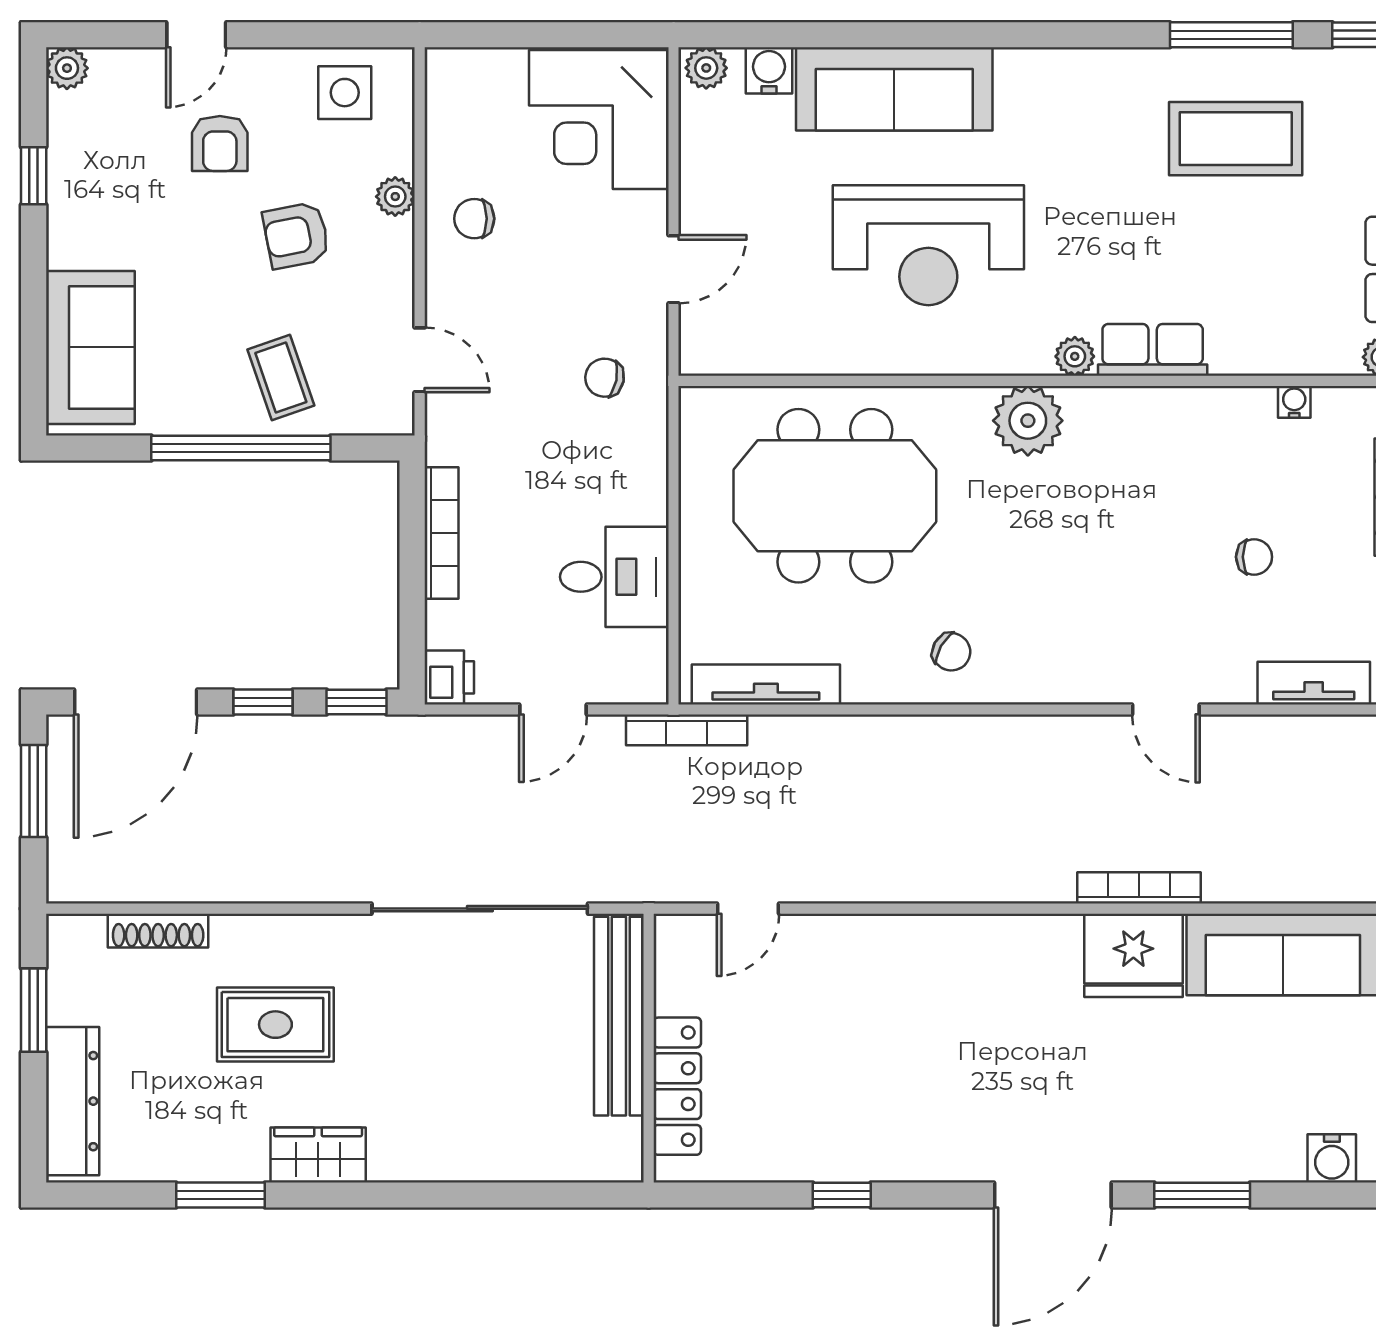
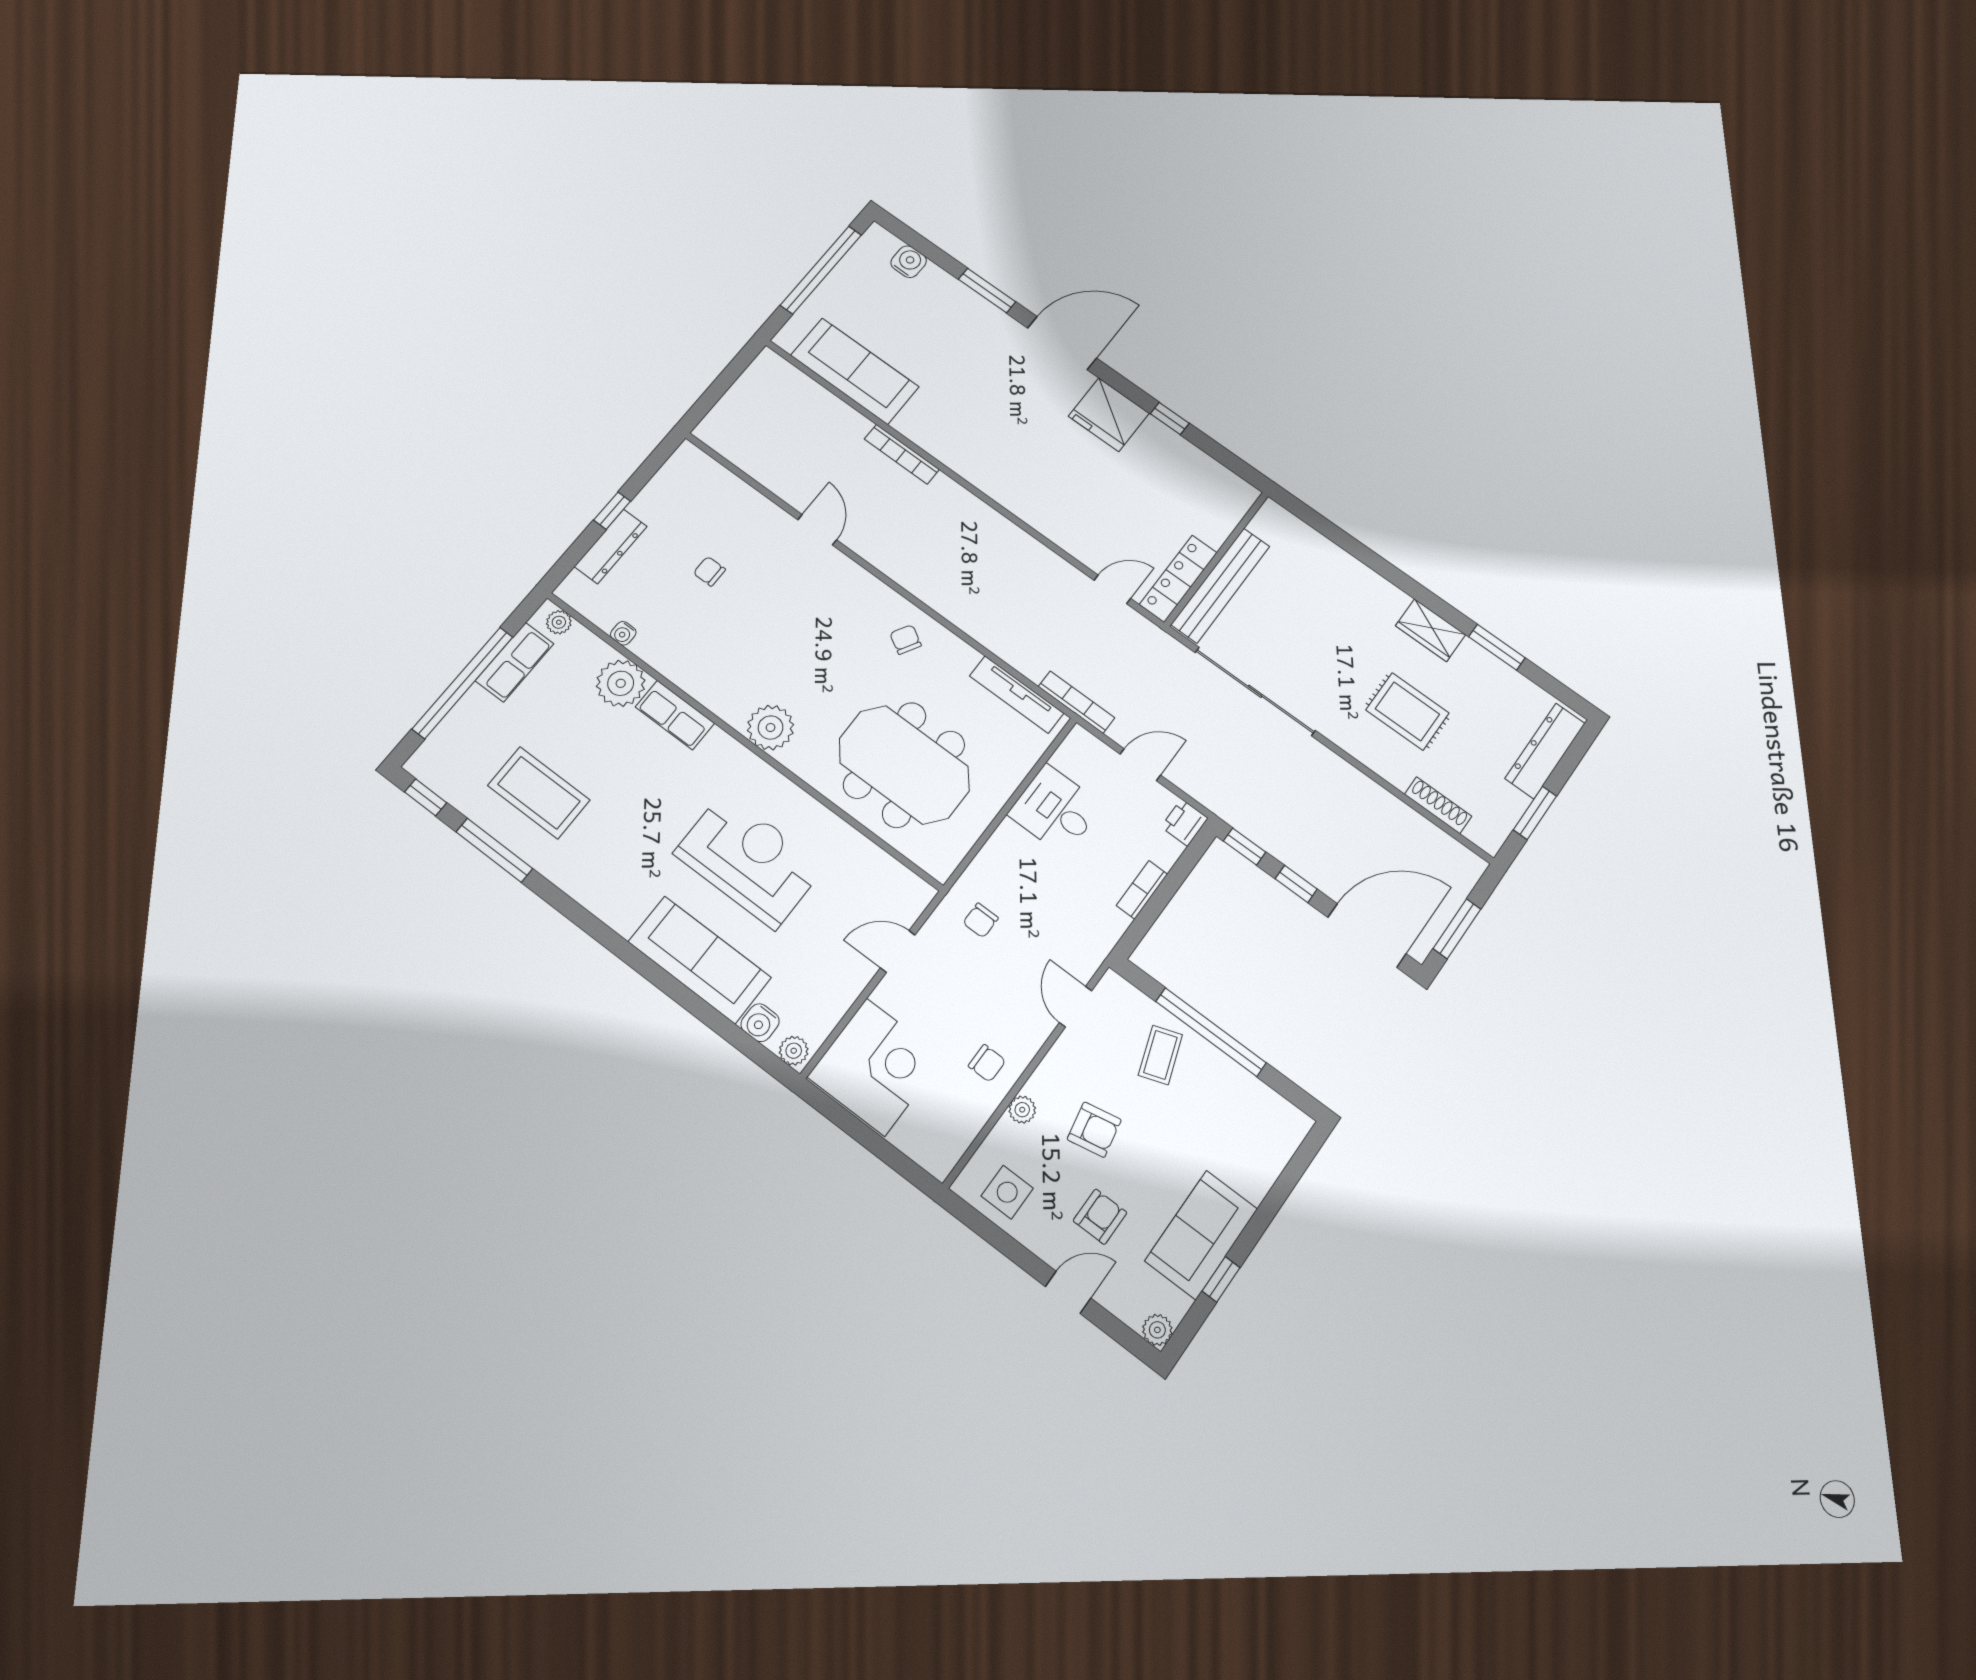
sofa: (90, 347) -> (1201, 1235), moved
plant: (1075, 356) -> (621, 683), moved, width x1.88, depth x1.88
chair: (605, 378) -> (981, 920), turned 79
bookcase: (441, 533) -> (1142, 890), width x0.64
tv unit: (1314, 683) -> (731, 488), removed
fridge: (1133, 955) -> (1109, 415), moved, turned 180
locker: (677, 1086) -> (1178, 579), moved

